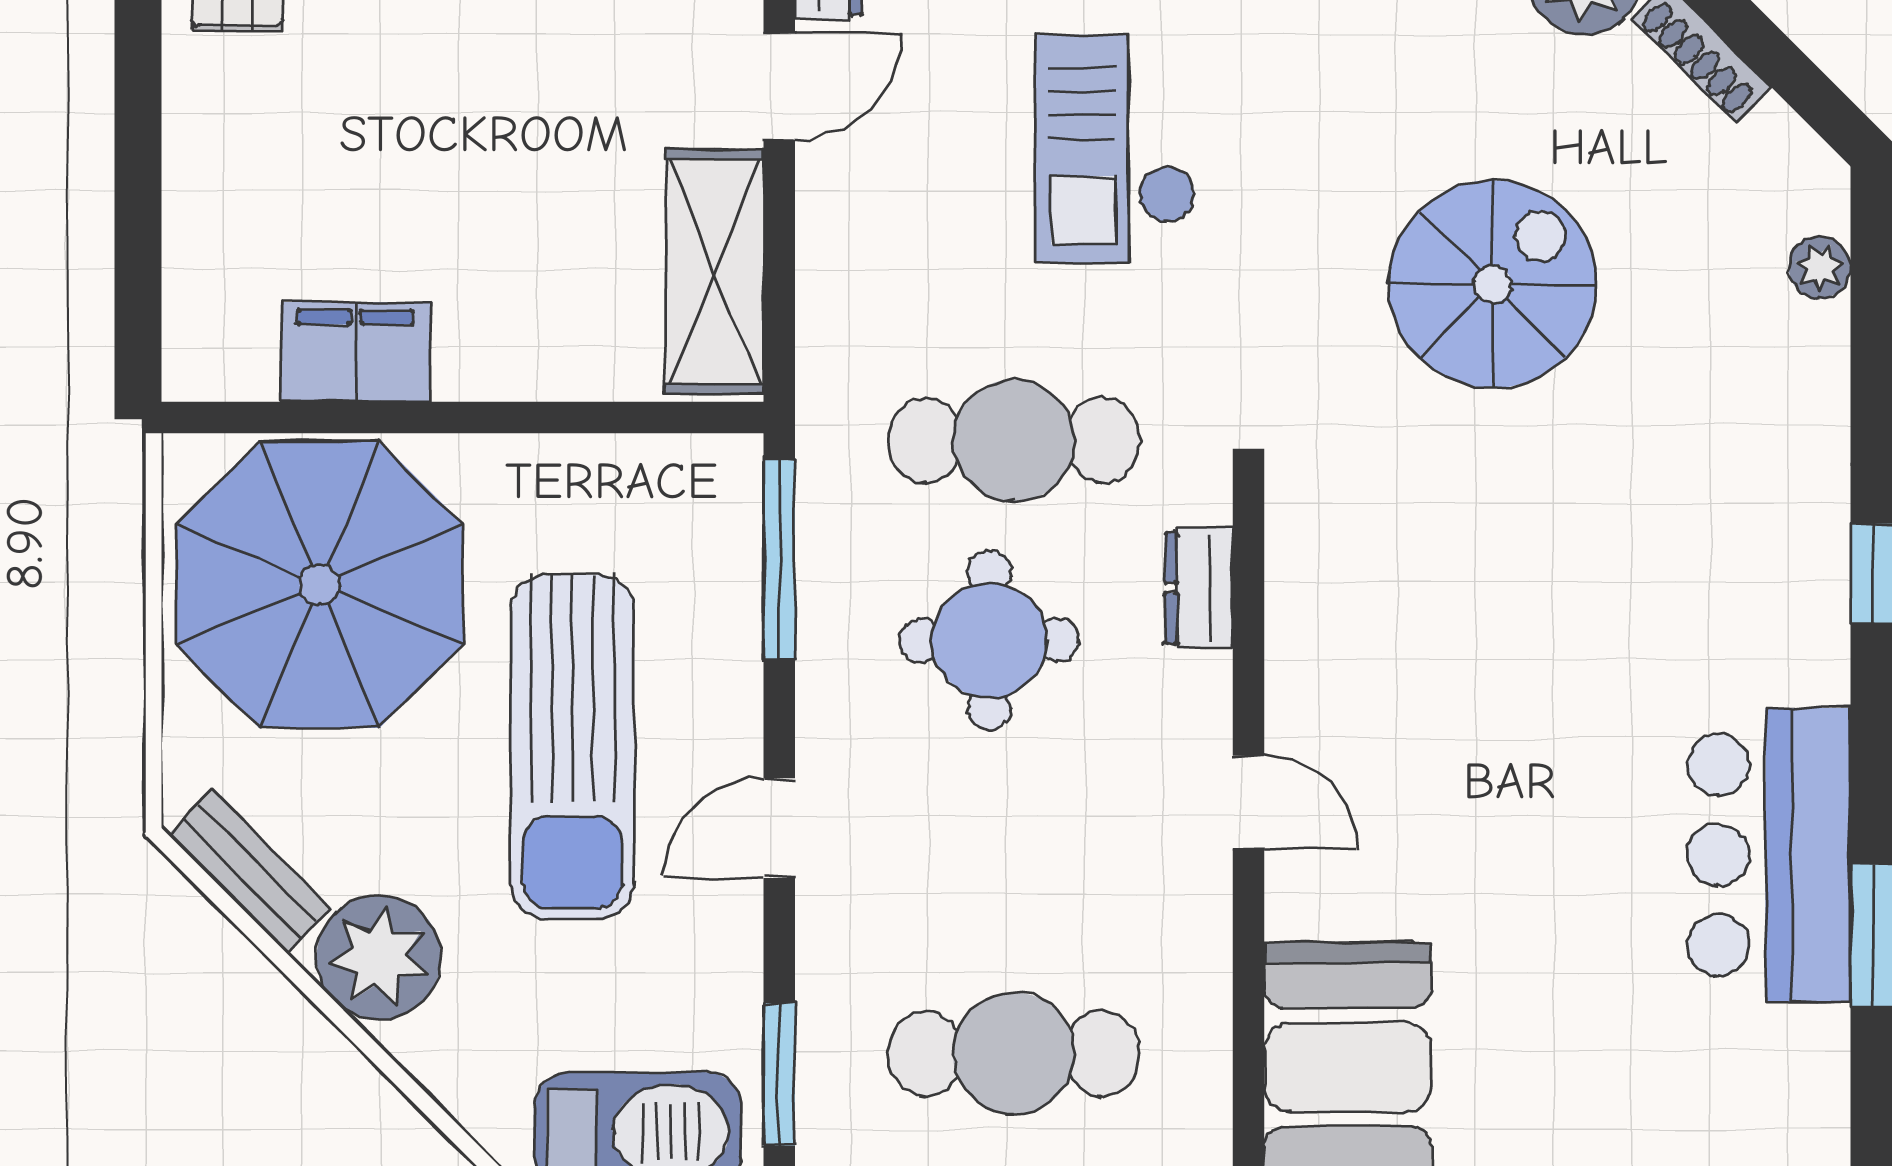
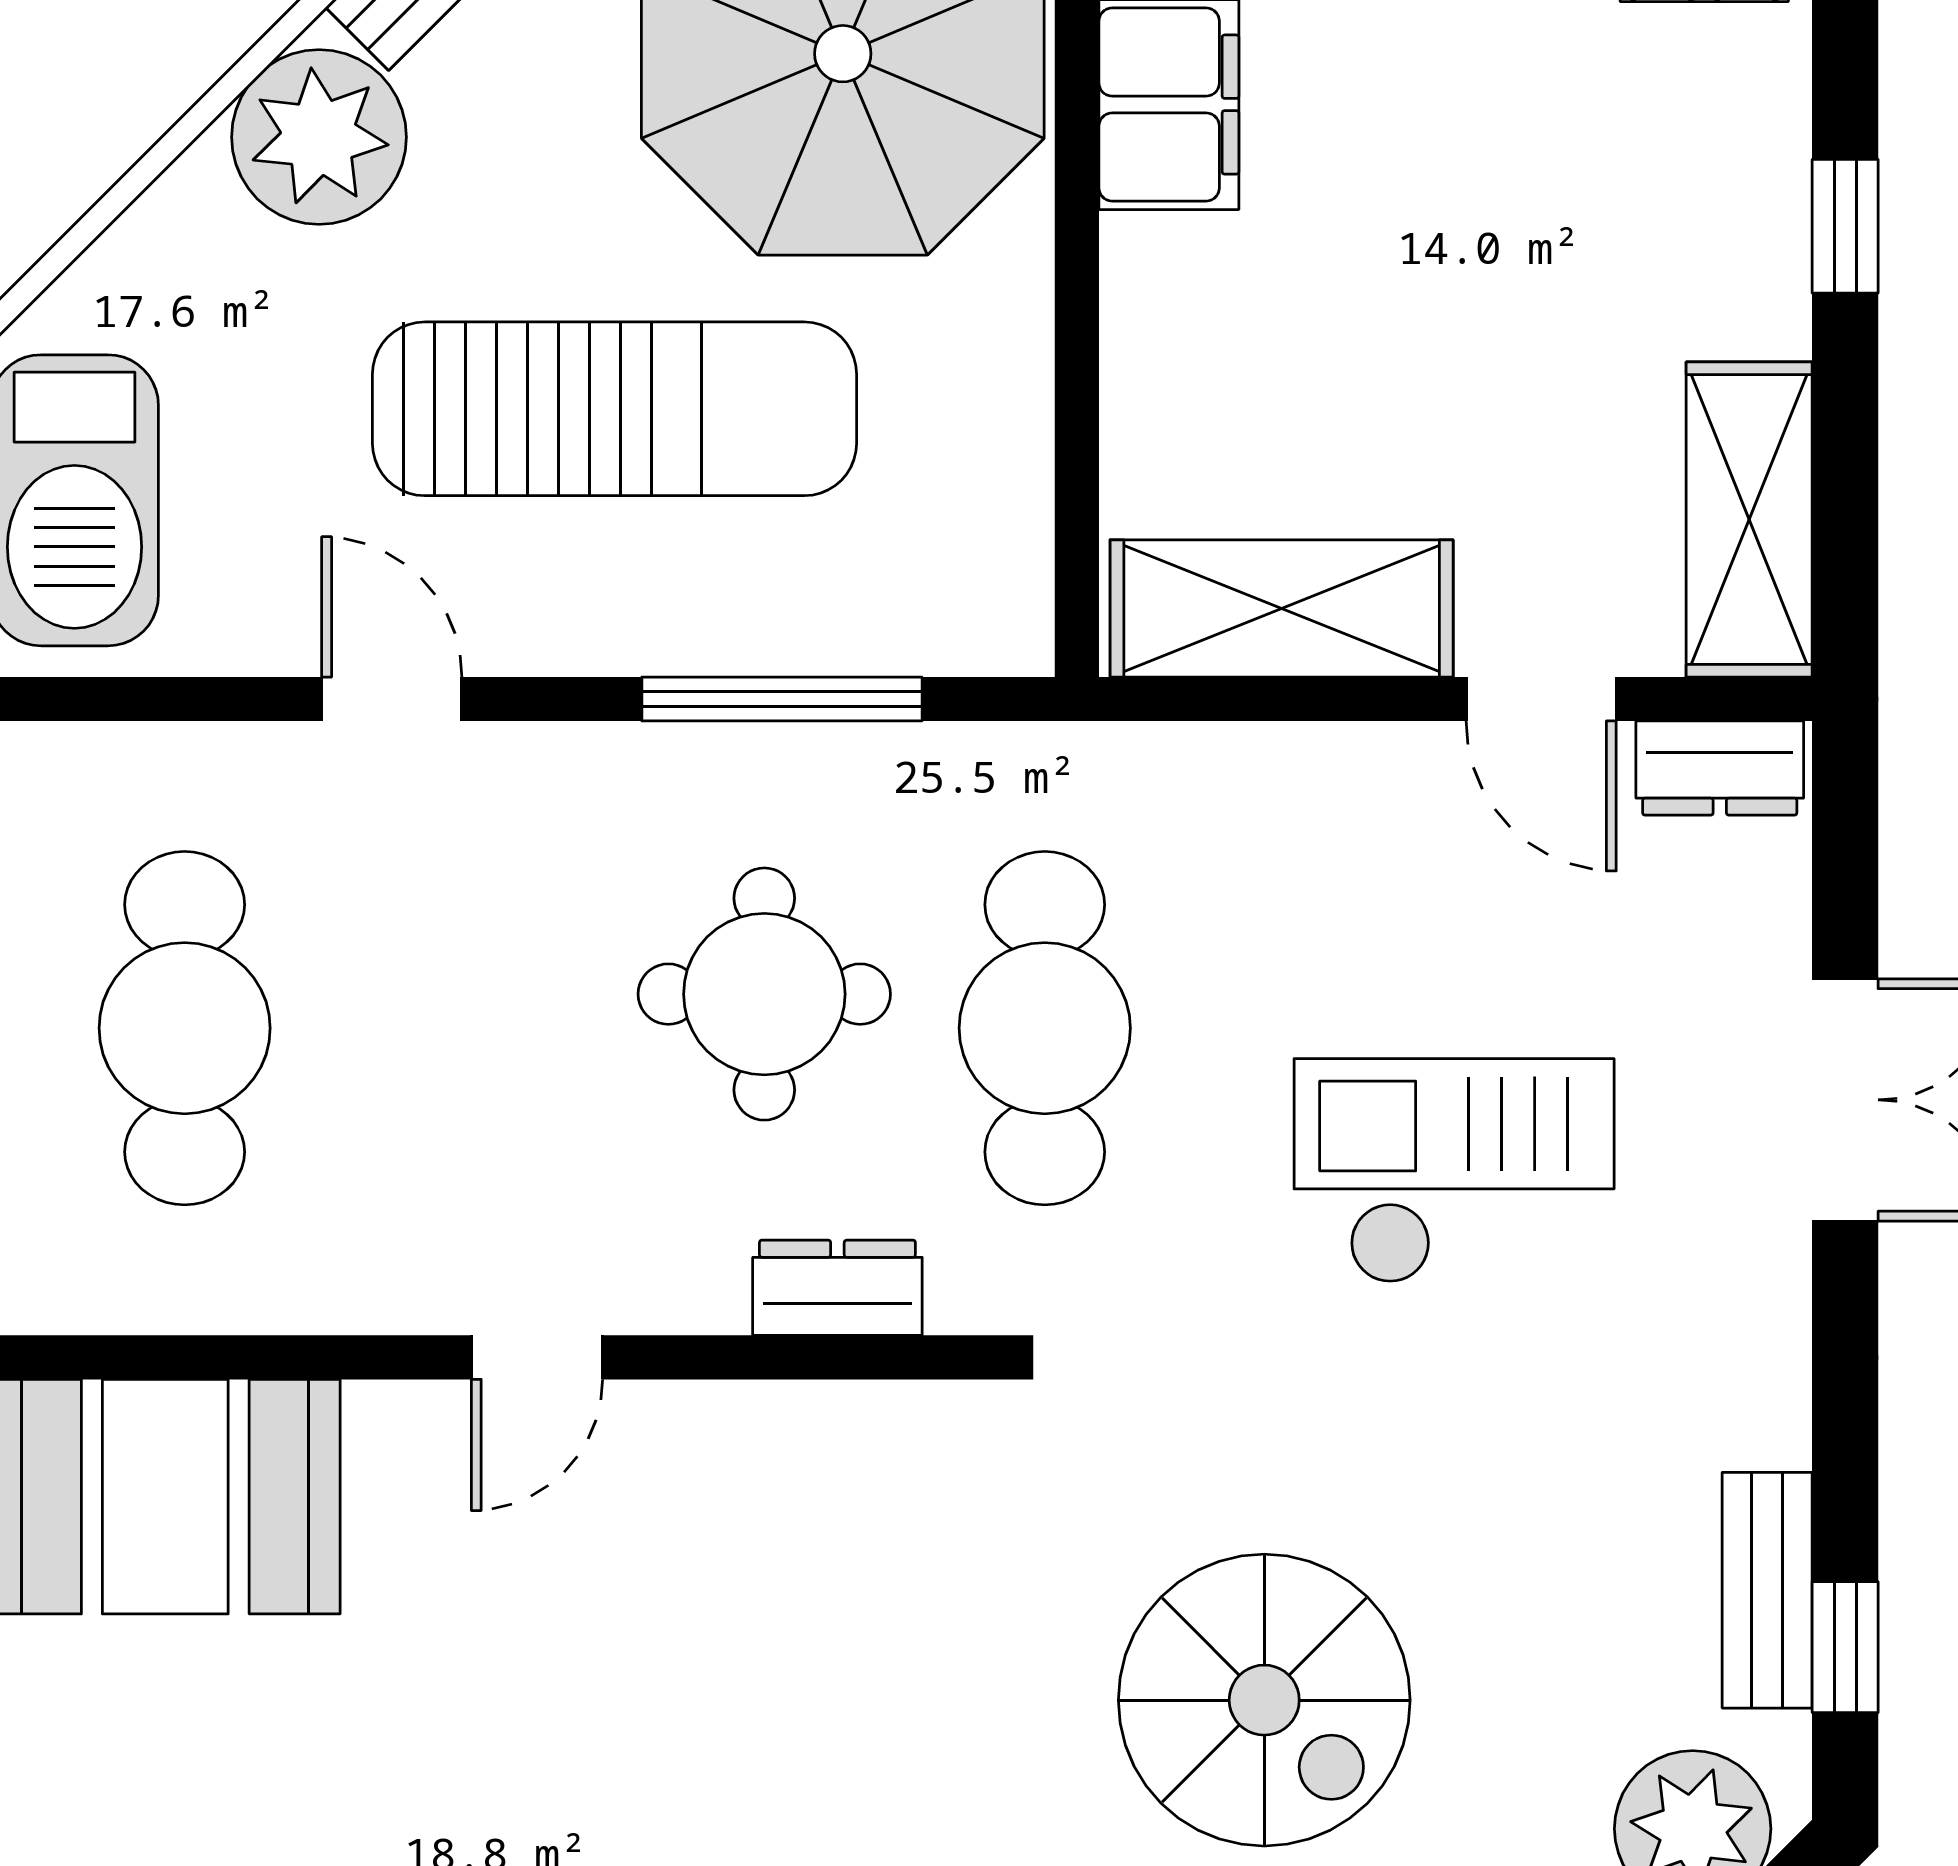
window: (779, 560) -> (782, 699), moved
sun lounger: (572, 747) -> (614, 409), turned 180
door: (779, 828) -> (392, 699), moved
window: (779, 1075) -> (155, 699), removed

